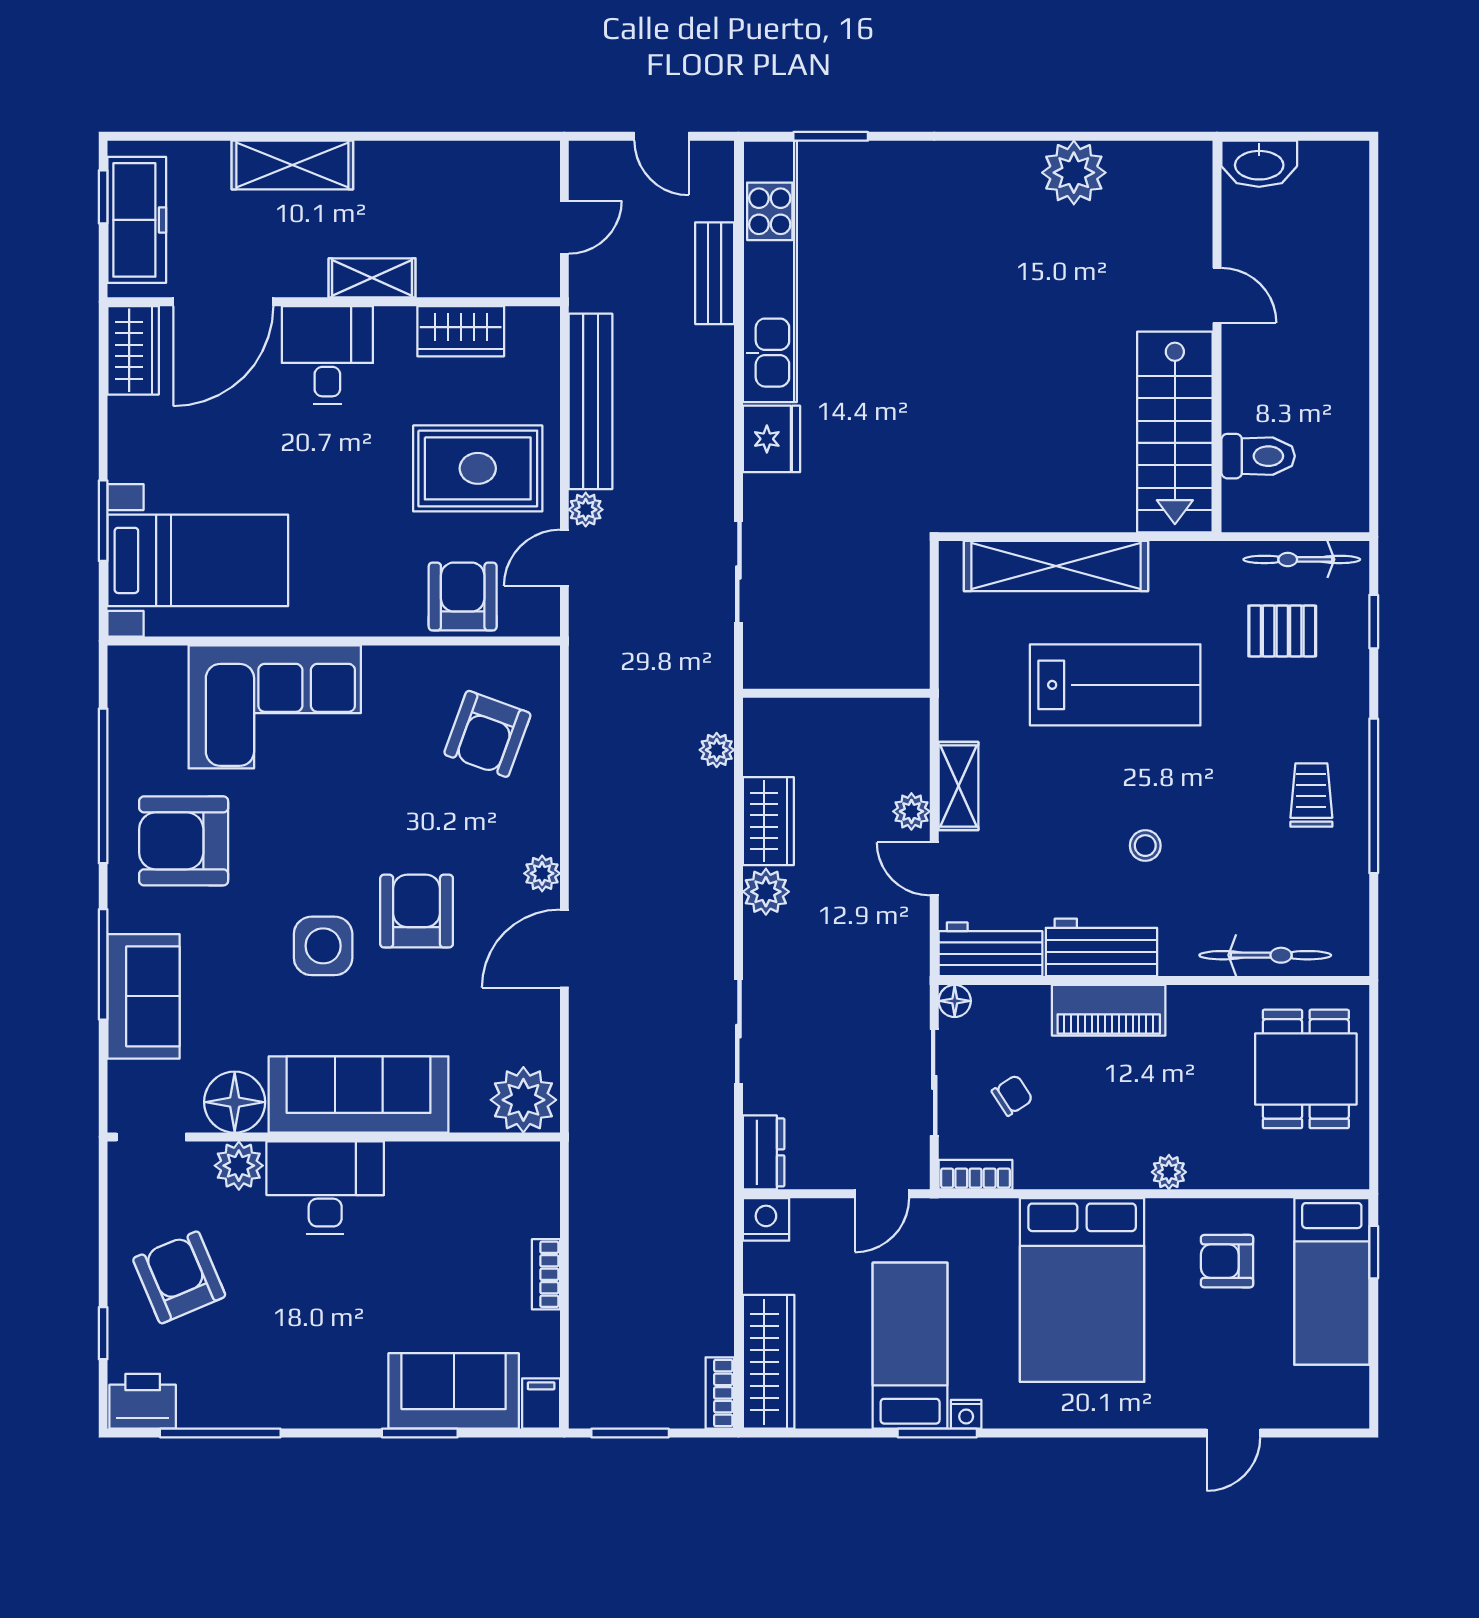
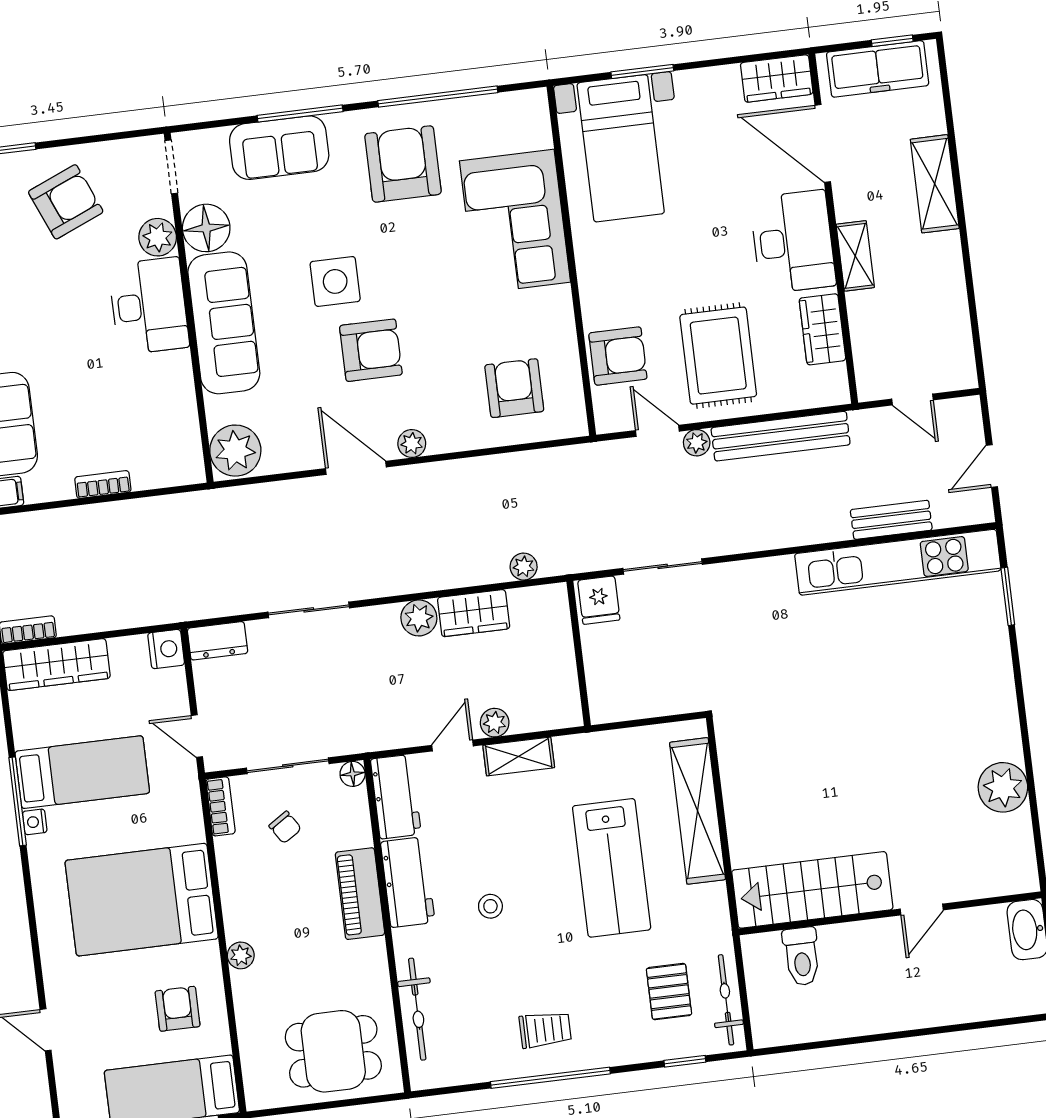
desk: (327, 355) -> (793, 242), width x1.37
fridge: (771, 439) -> (599, 600), moved, width x0.72
armchair: (487, 734) -> (514, 388), turned 70
window: (937, 1433) -> (18, 801), width x1.44

